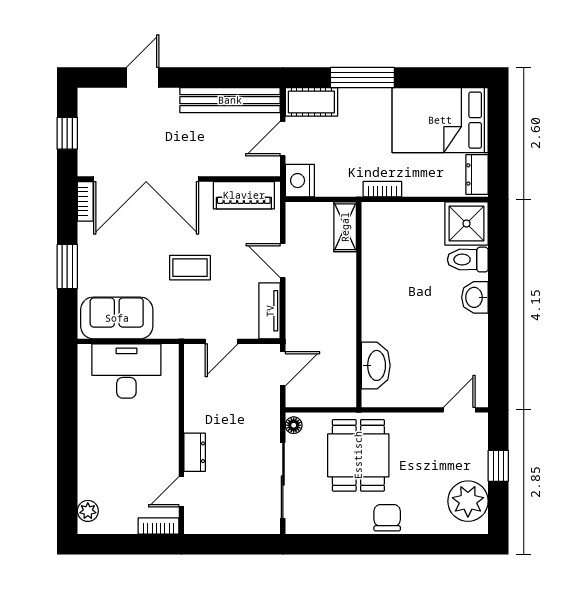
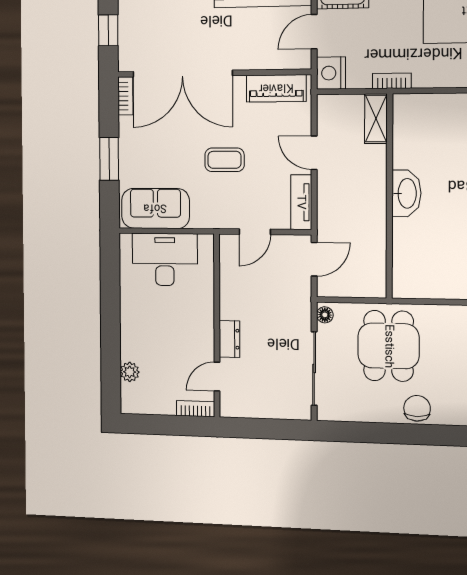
bookcase: (382, 189) -> (392, 81), moved
washbasin: (376, 365) -> (406, 193), moved
plant: (88, 511) -> (130, 372), moved

